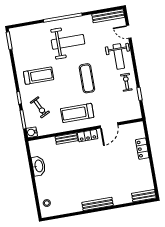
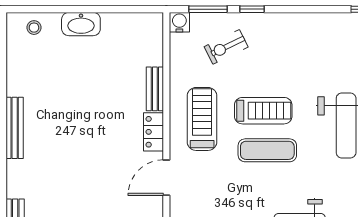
treadmill: (39, 76) -> (263, 111), moved, turned -90
door: (109, 125) -> (166, 178), hinge flipped
washbasin: (39, 166) -> (81, 24), moved

